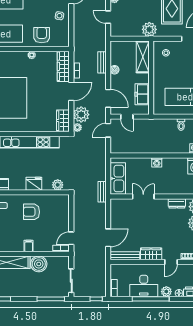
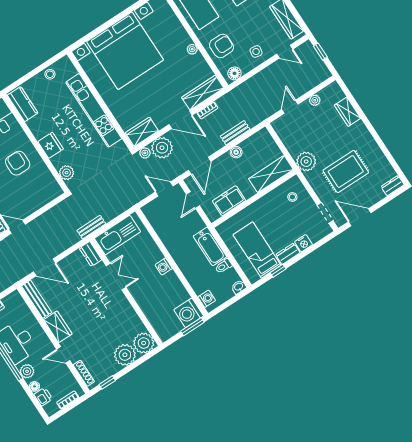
floor lamp: (64, 38) -> (234, 73), added
bathtub: (163, 125) -> (210, 246), added
dresser: (177, 203) -> (90, 254), moved

